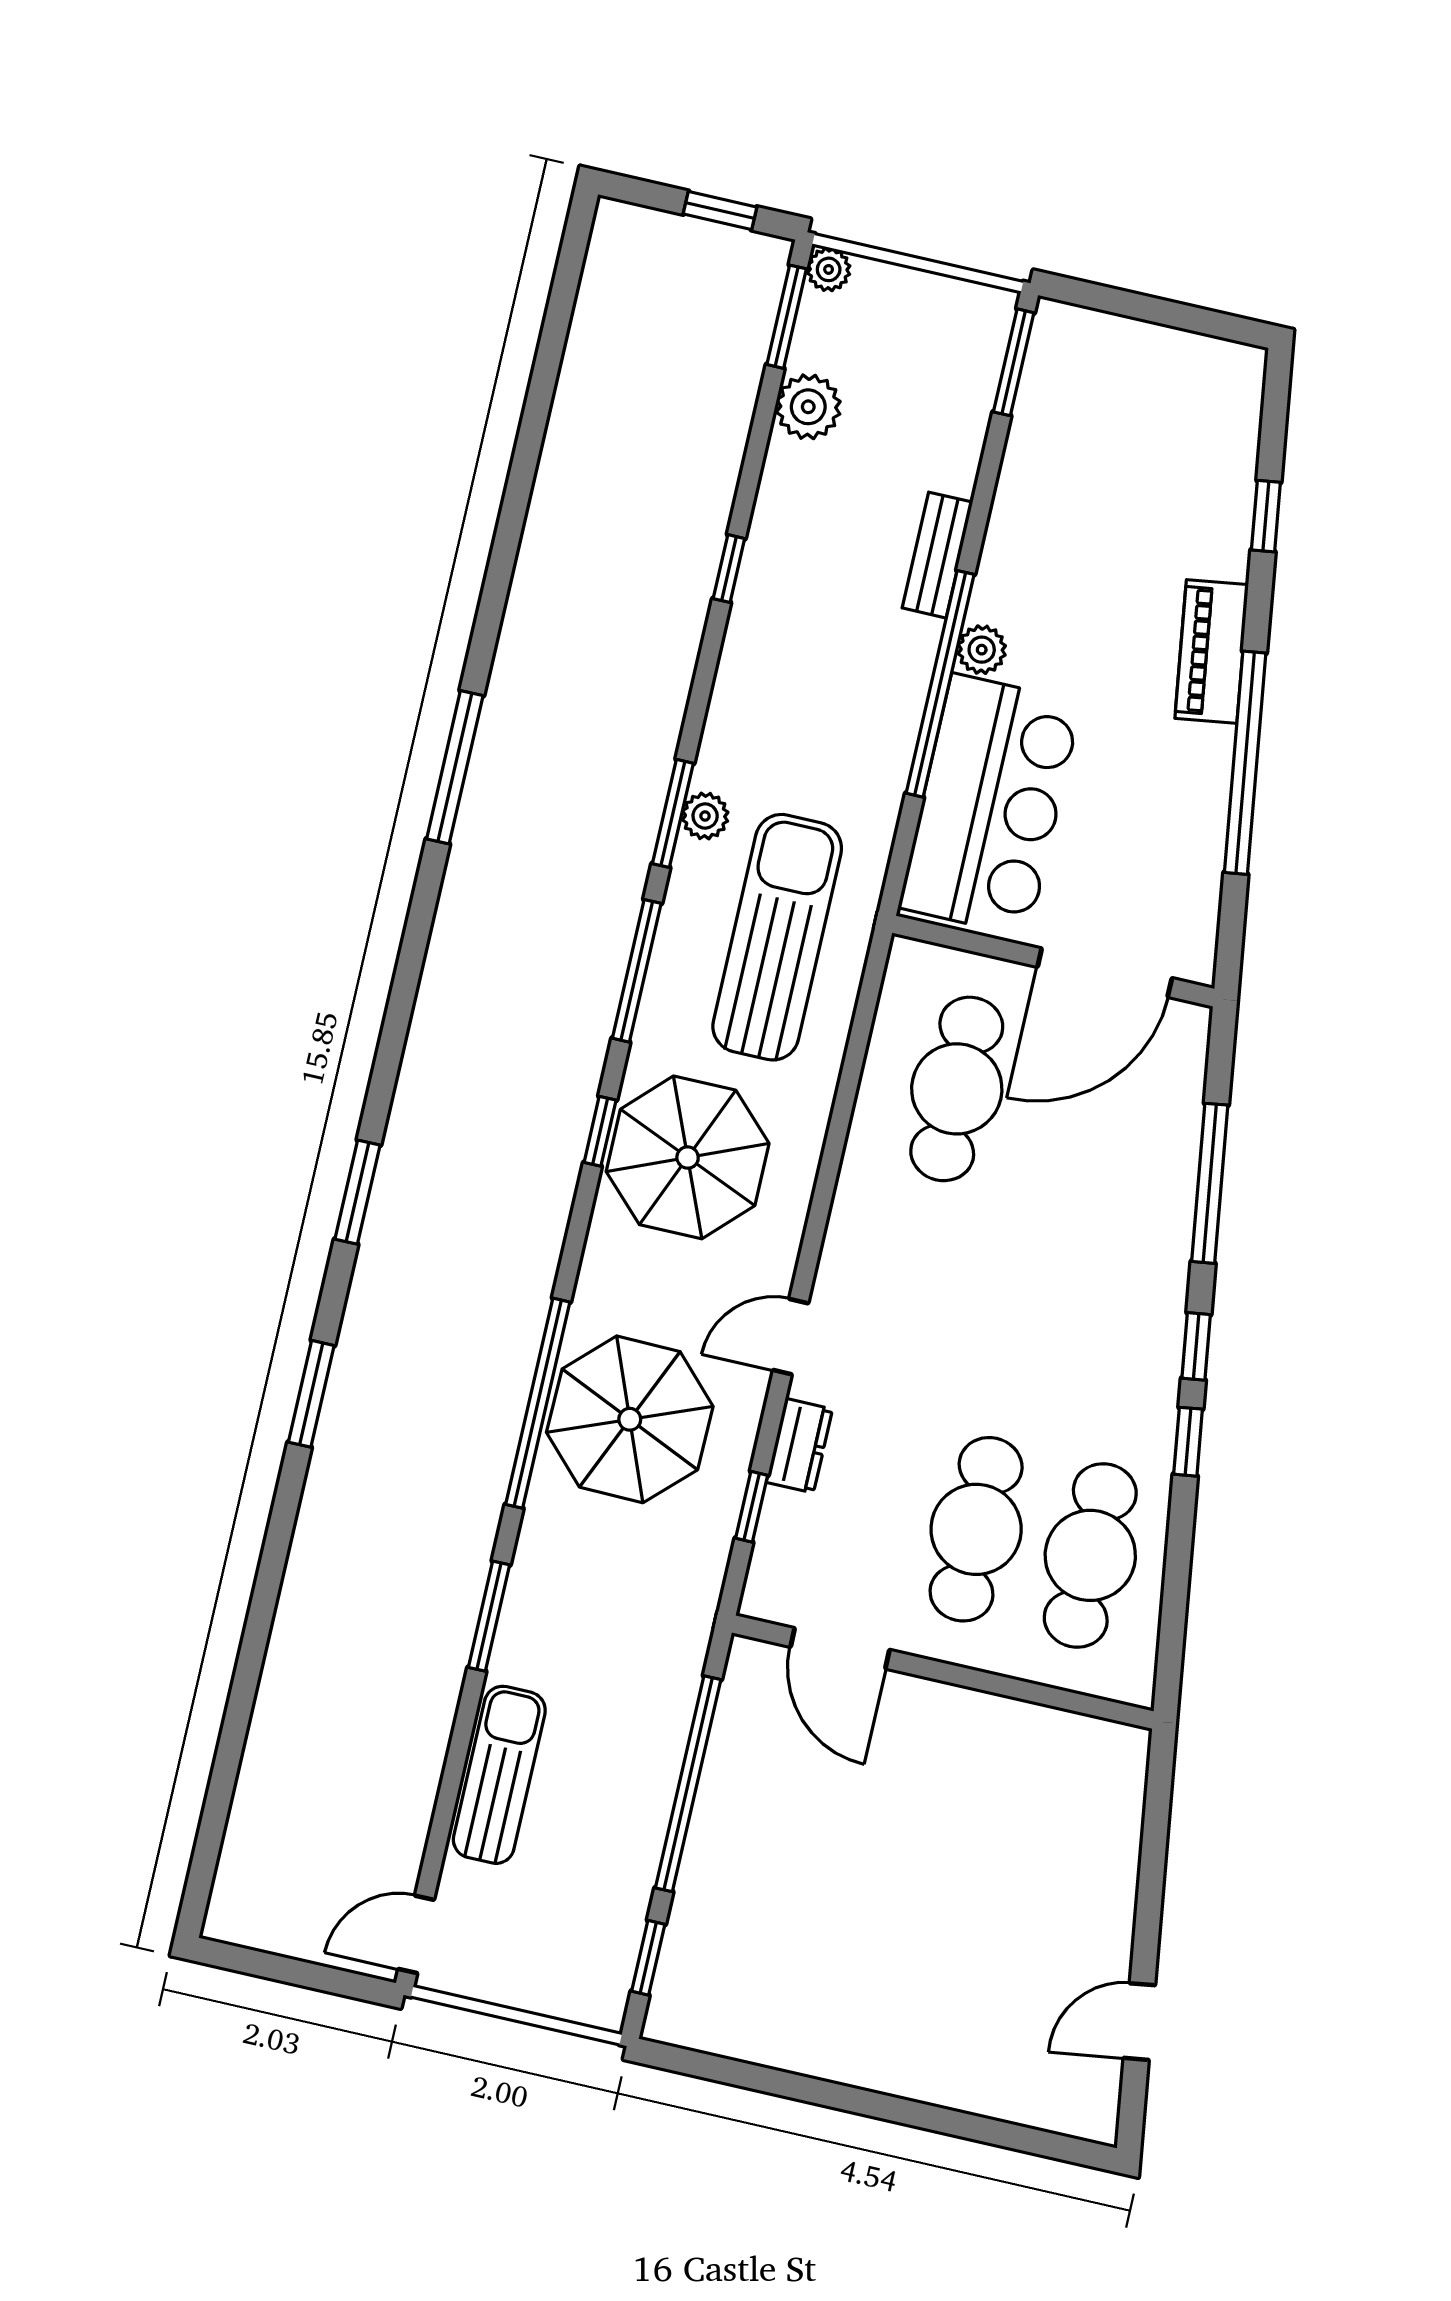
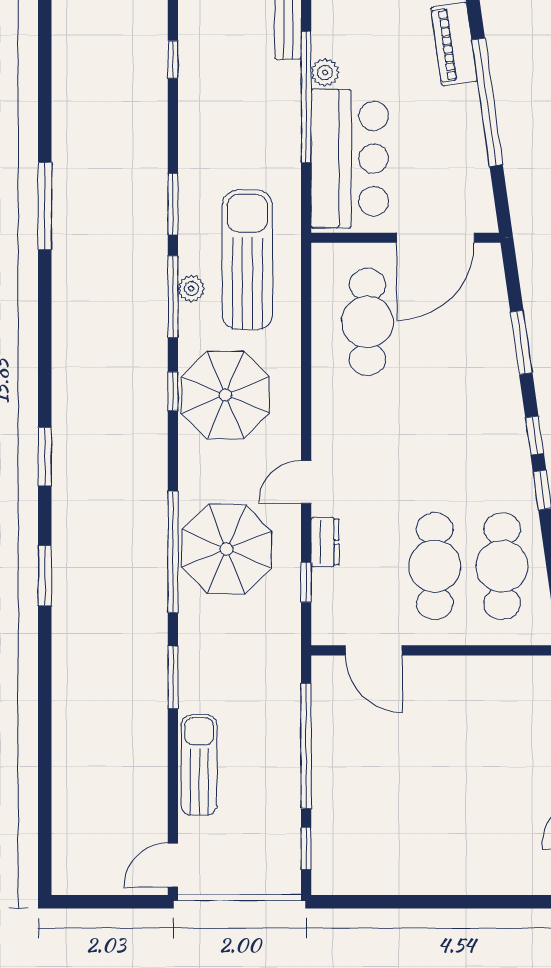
plant: (705, 816) -> (191, 289), moved
window: (1210, 1183) -> (521, 342), width x0.69

